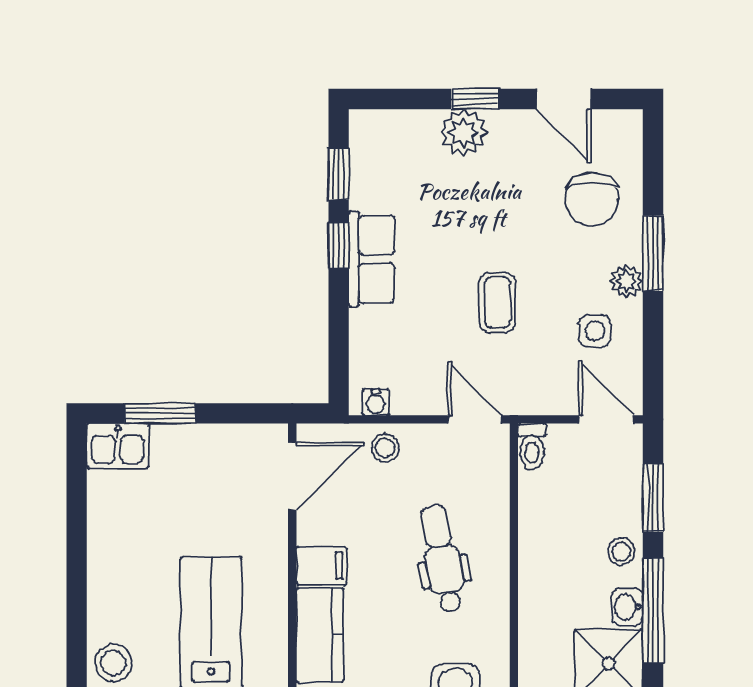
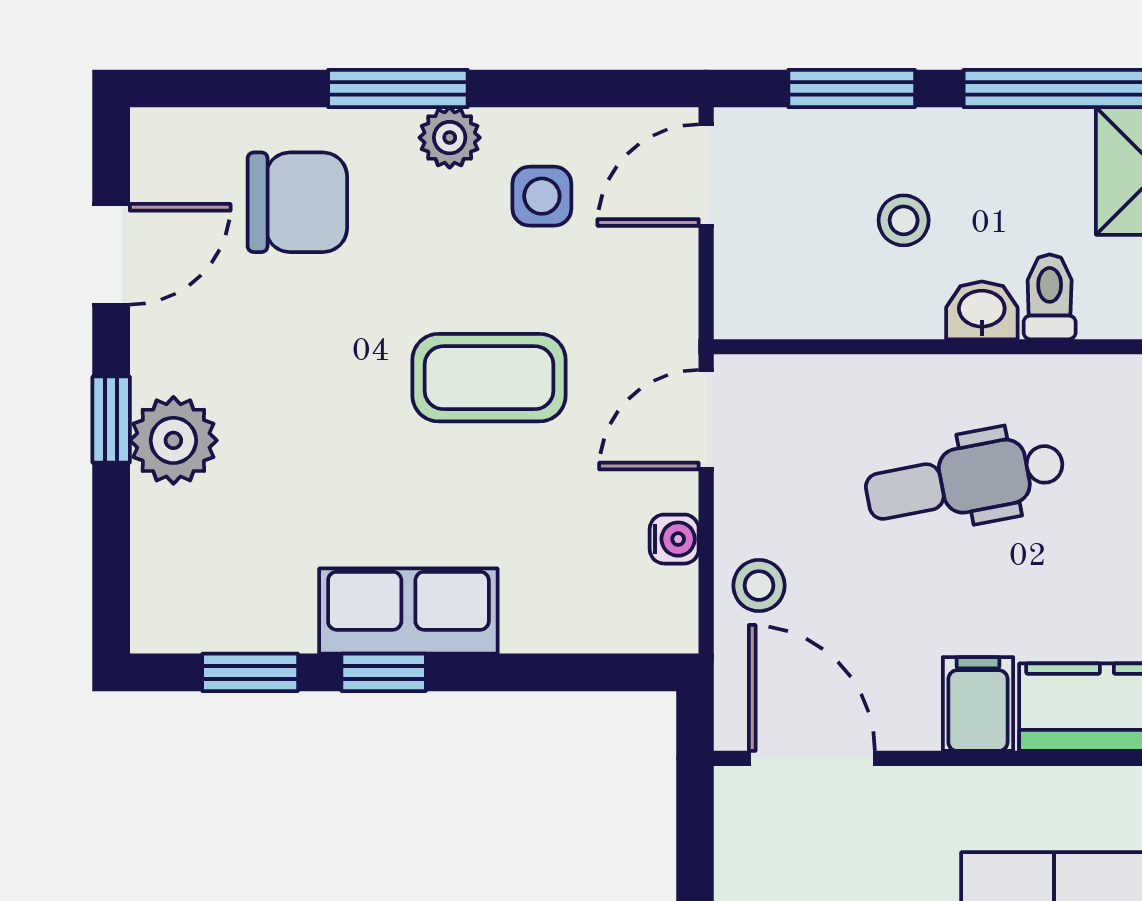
coffee table: (497, 302) -> (489, 378), width x1.36, depth x1.30
water cooler: (376, 402) -> (674, 539), moved
toilet: (532, 446) -> (1050, 297), moved, turned -90
stool: (621, 551) -> (904, 220), moved
washbasin: (627, 607) -> (982, 310), moved, turned 180

